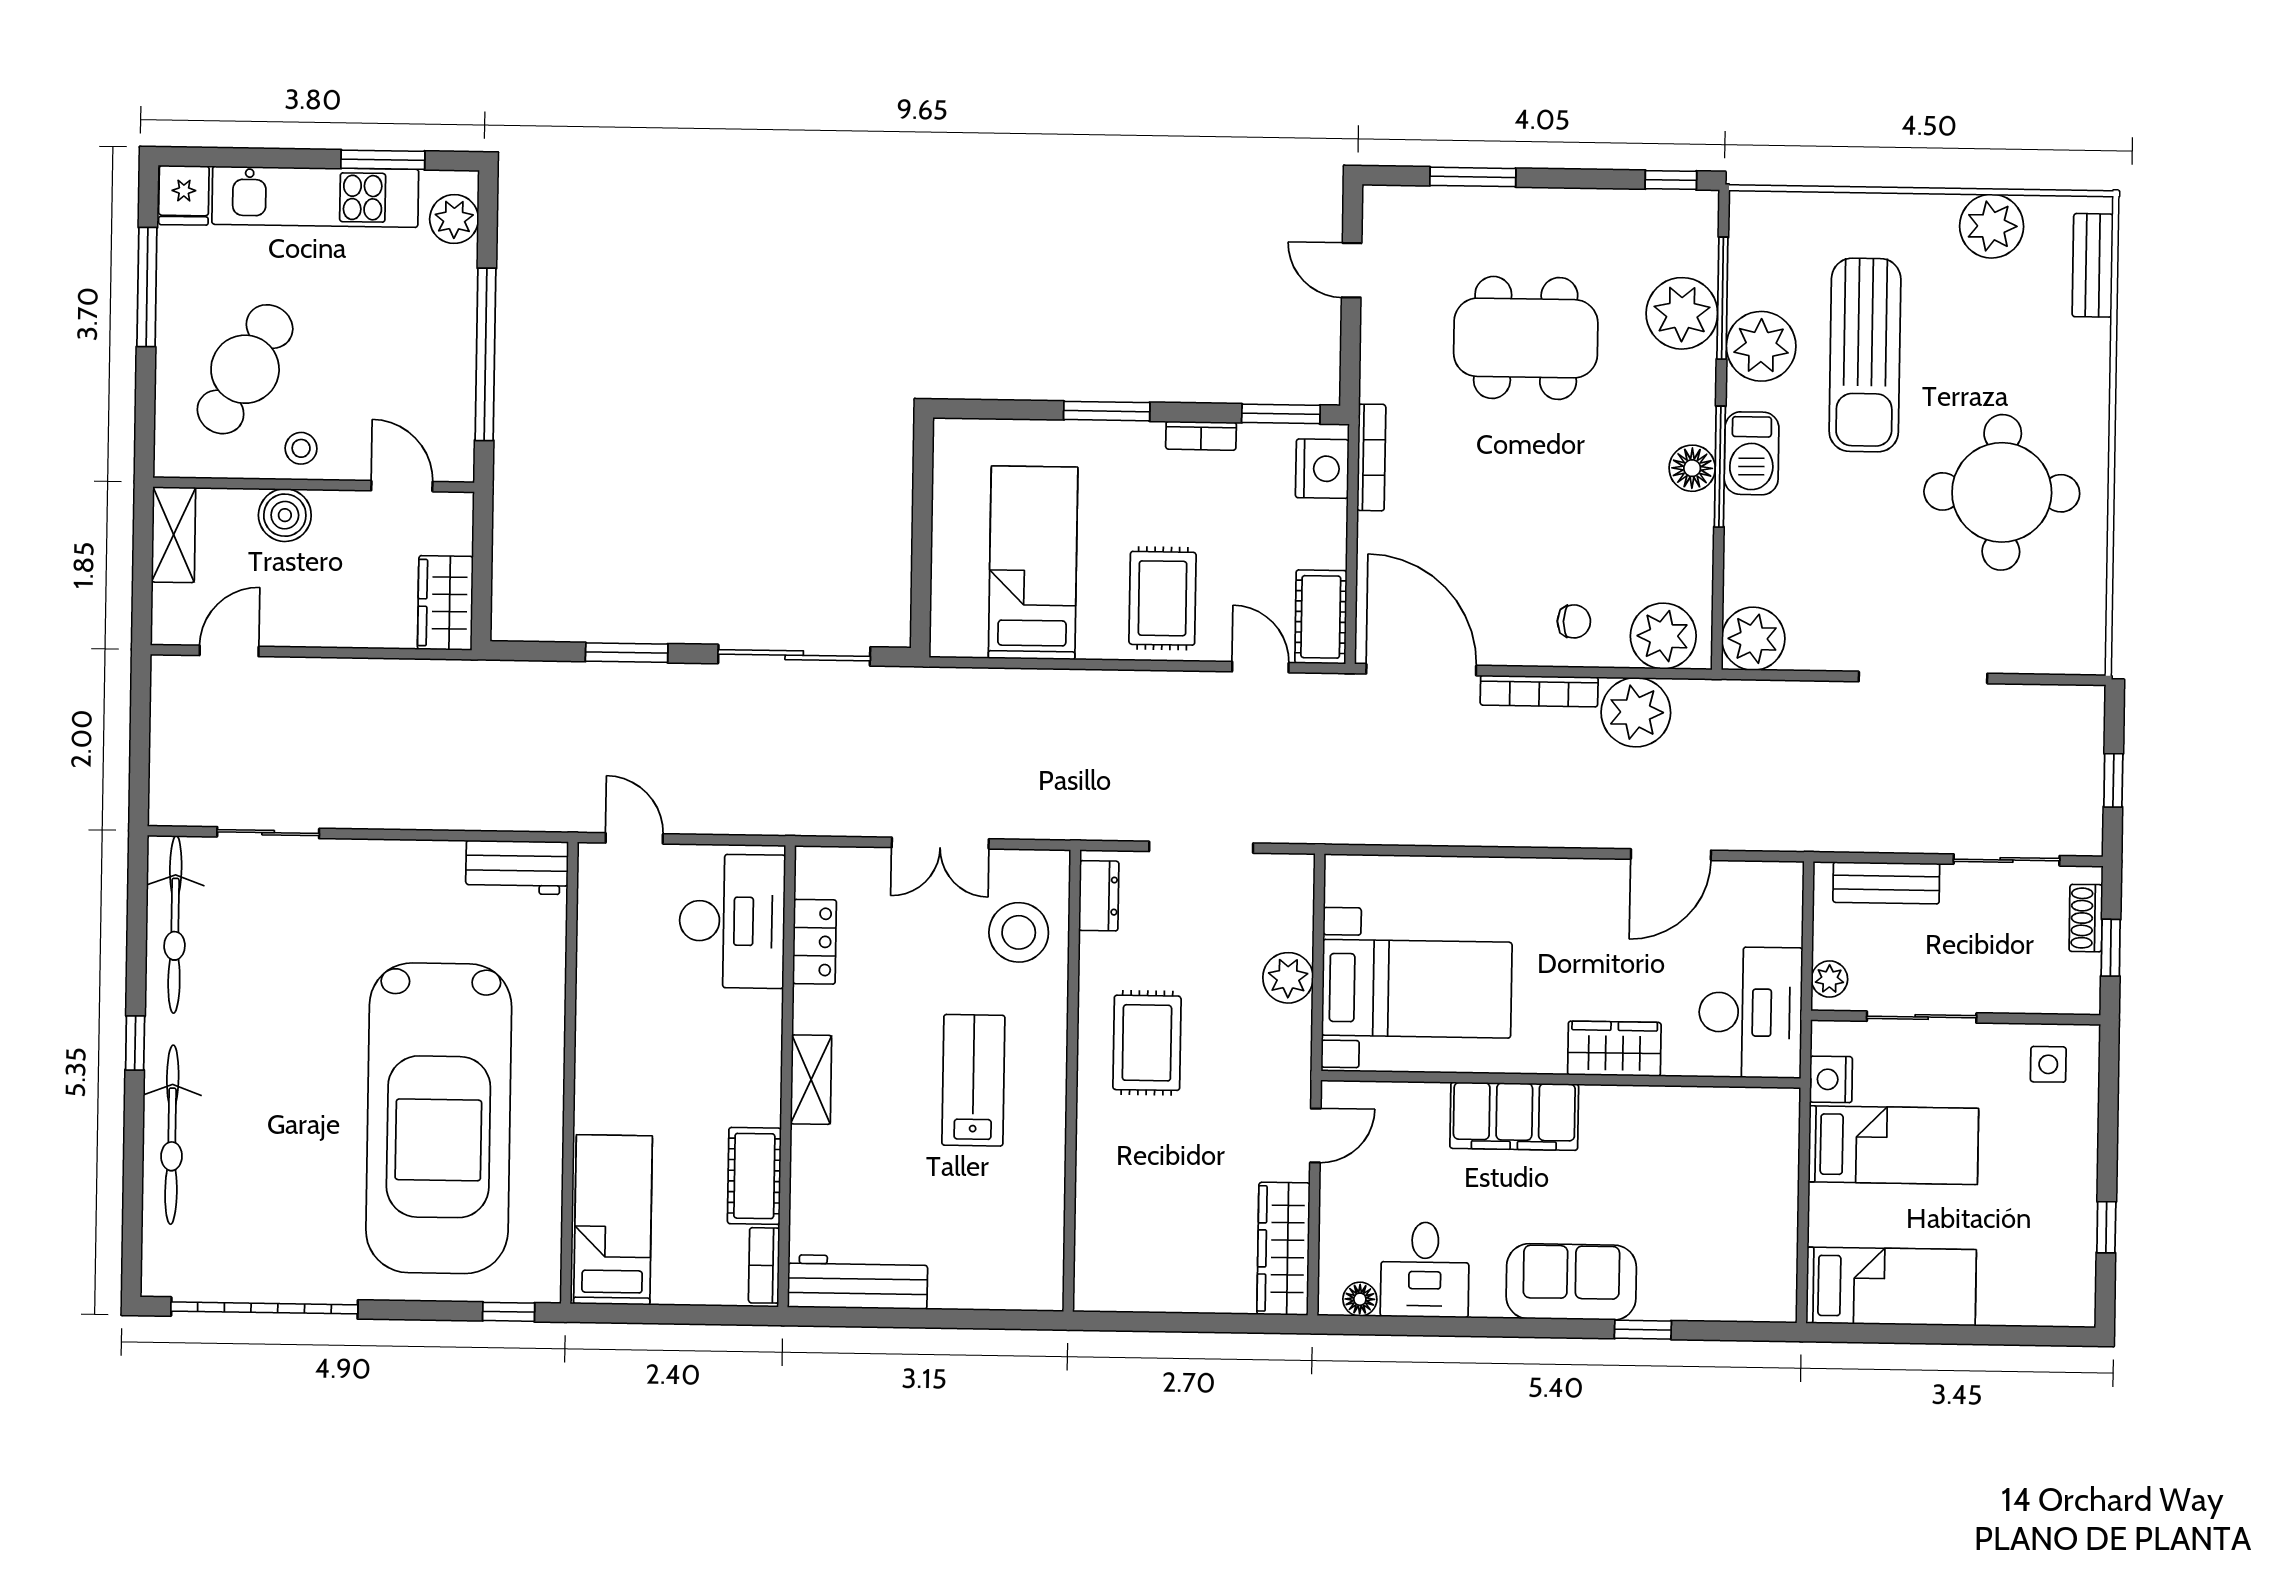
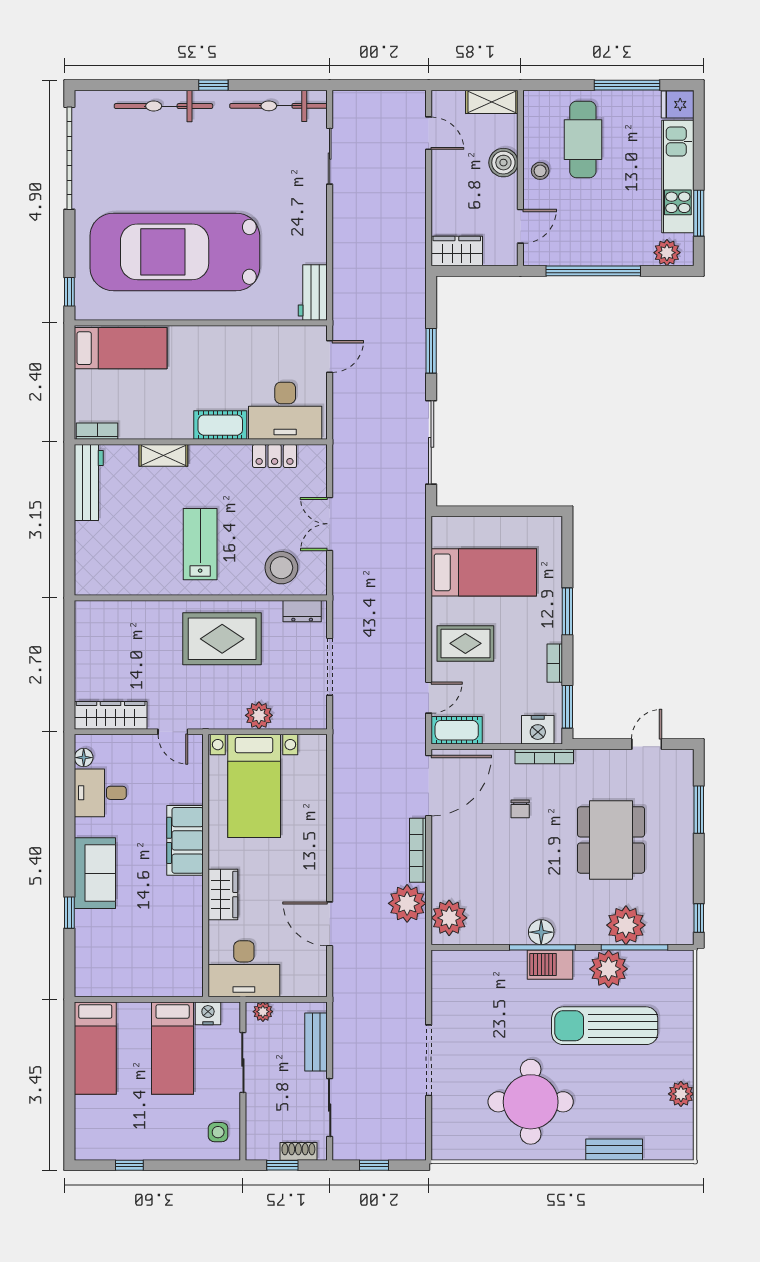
plant: (1992, 226) -> (681, 1094), width x0.73, depth x0.73
bench: (2093, 265) -> (614, 1150), moved
cafe table: (245, 369) -> (583, 140), turned 61
chair: (1574, 621) -> (520, 809), moved
plant: (1753, 639) -> (448, 967), removed
rug: (1147, 1043) -> (222, 639), width x1.36, depth x1.43
shelving: (811, 1080) -> (163, 455), moved
lab bench: (973, 1080) -> (200, 544), turned -90
cot: (754, 1176) -> (220, 425), moved

